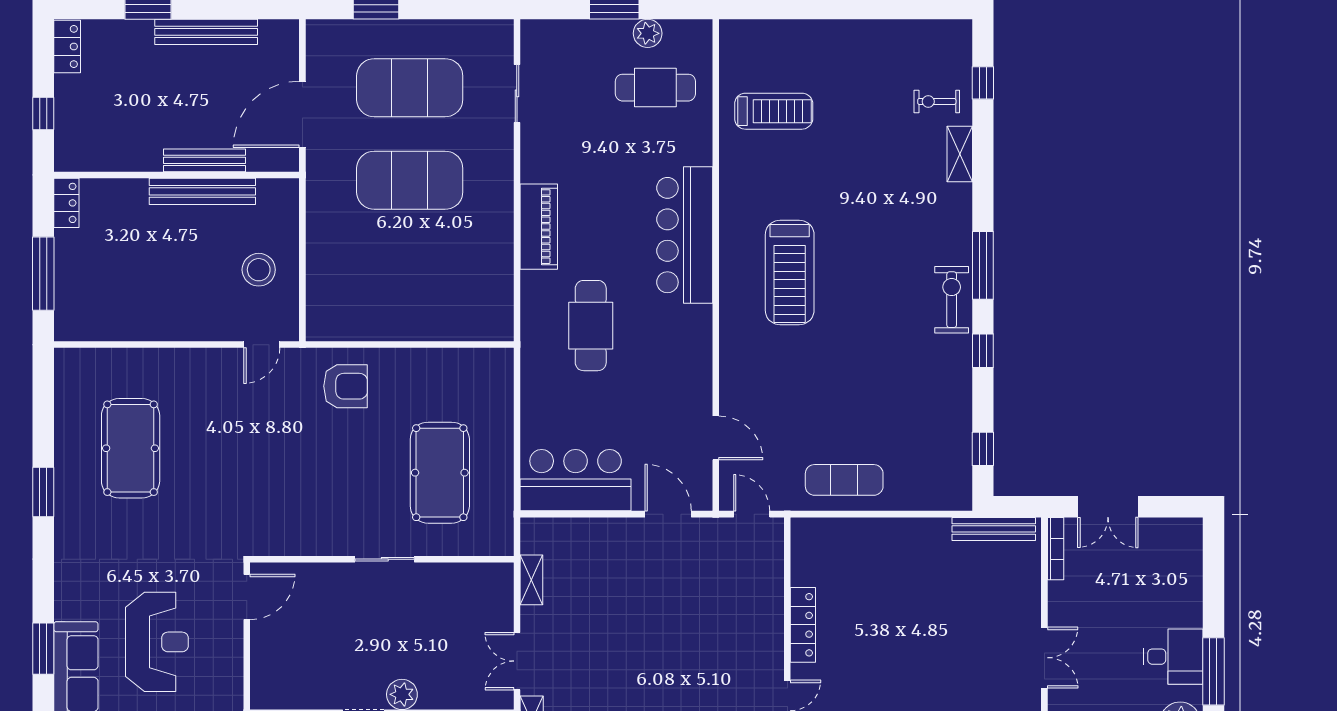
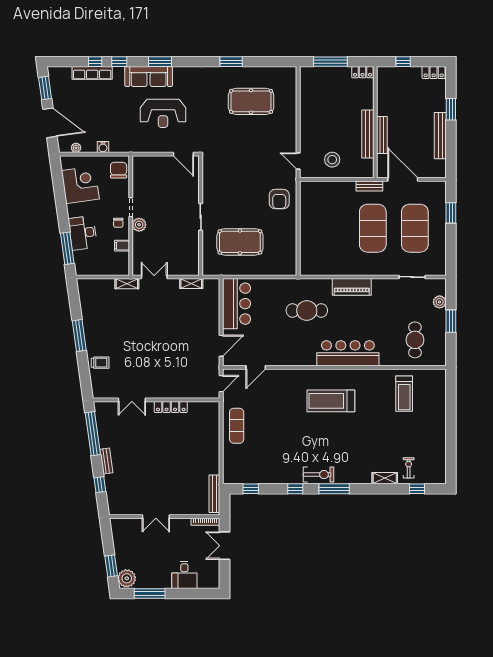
plant: (648, 33) -> (440, 302), moved
bench: (317, 188) -> (369, 186), added
desk: (1173, 657) -> (184, 575), moved

